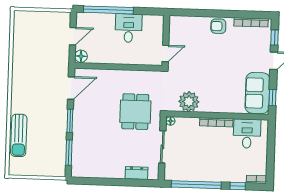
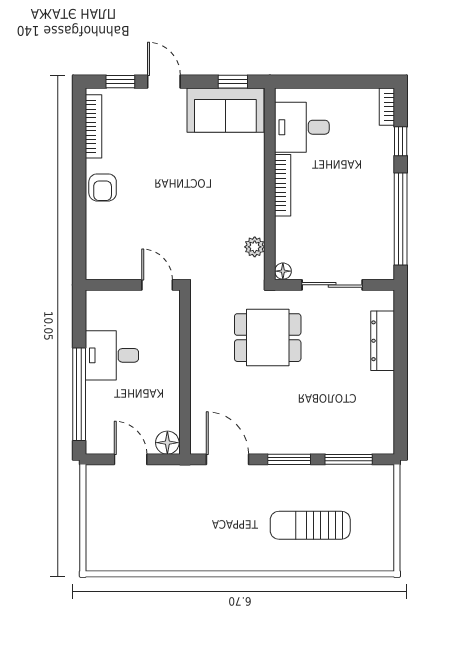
plant: (189, 102) -> (255, 247), width x0.53, depth x0.53
sun lounger: (19, 135) -> (310, 525), moved, turned 180
dresser: (136, 173) -> (383, 341), width x1.44

